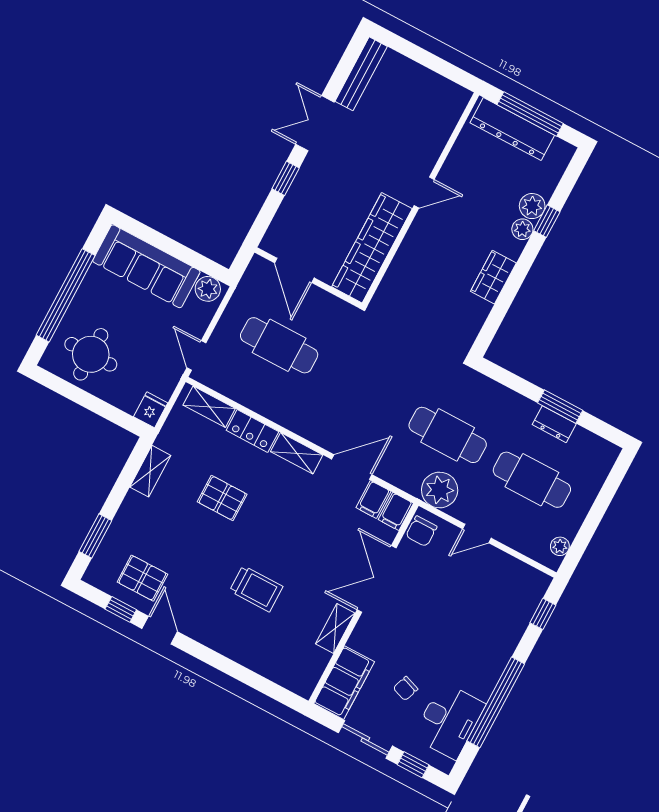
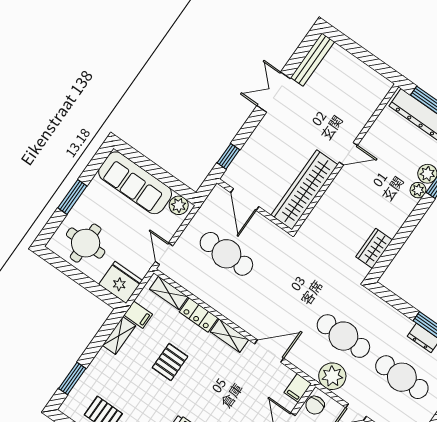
window: (286, 178) -> (228, 156), moved
wardrobe: (493, 277) -> (374, 248), moved
window: (66, 295) -> (72, 197), width x0.47
fridge: (151, 410) -> (121, 282), width x1.88, depth x1.34
pallet: (222, 498) -> (170, 362), turned 90
filing cabinet: (373, 499) -> (138, 315), moved, turned -90

